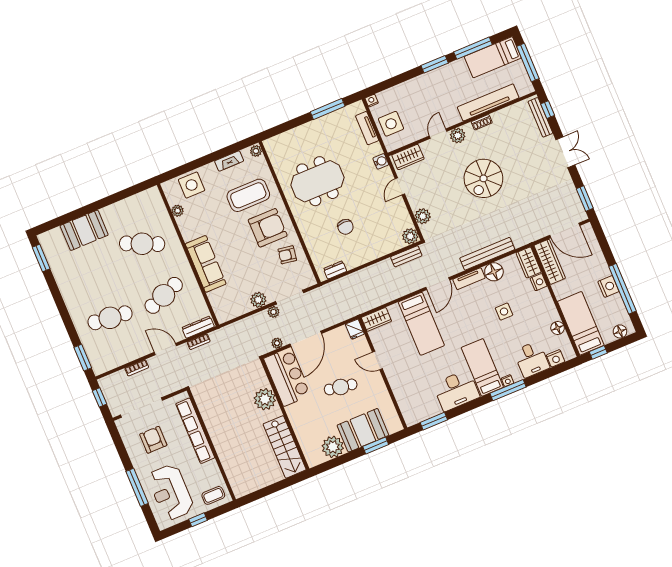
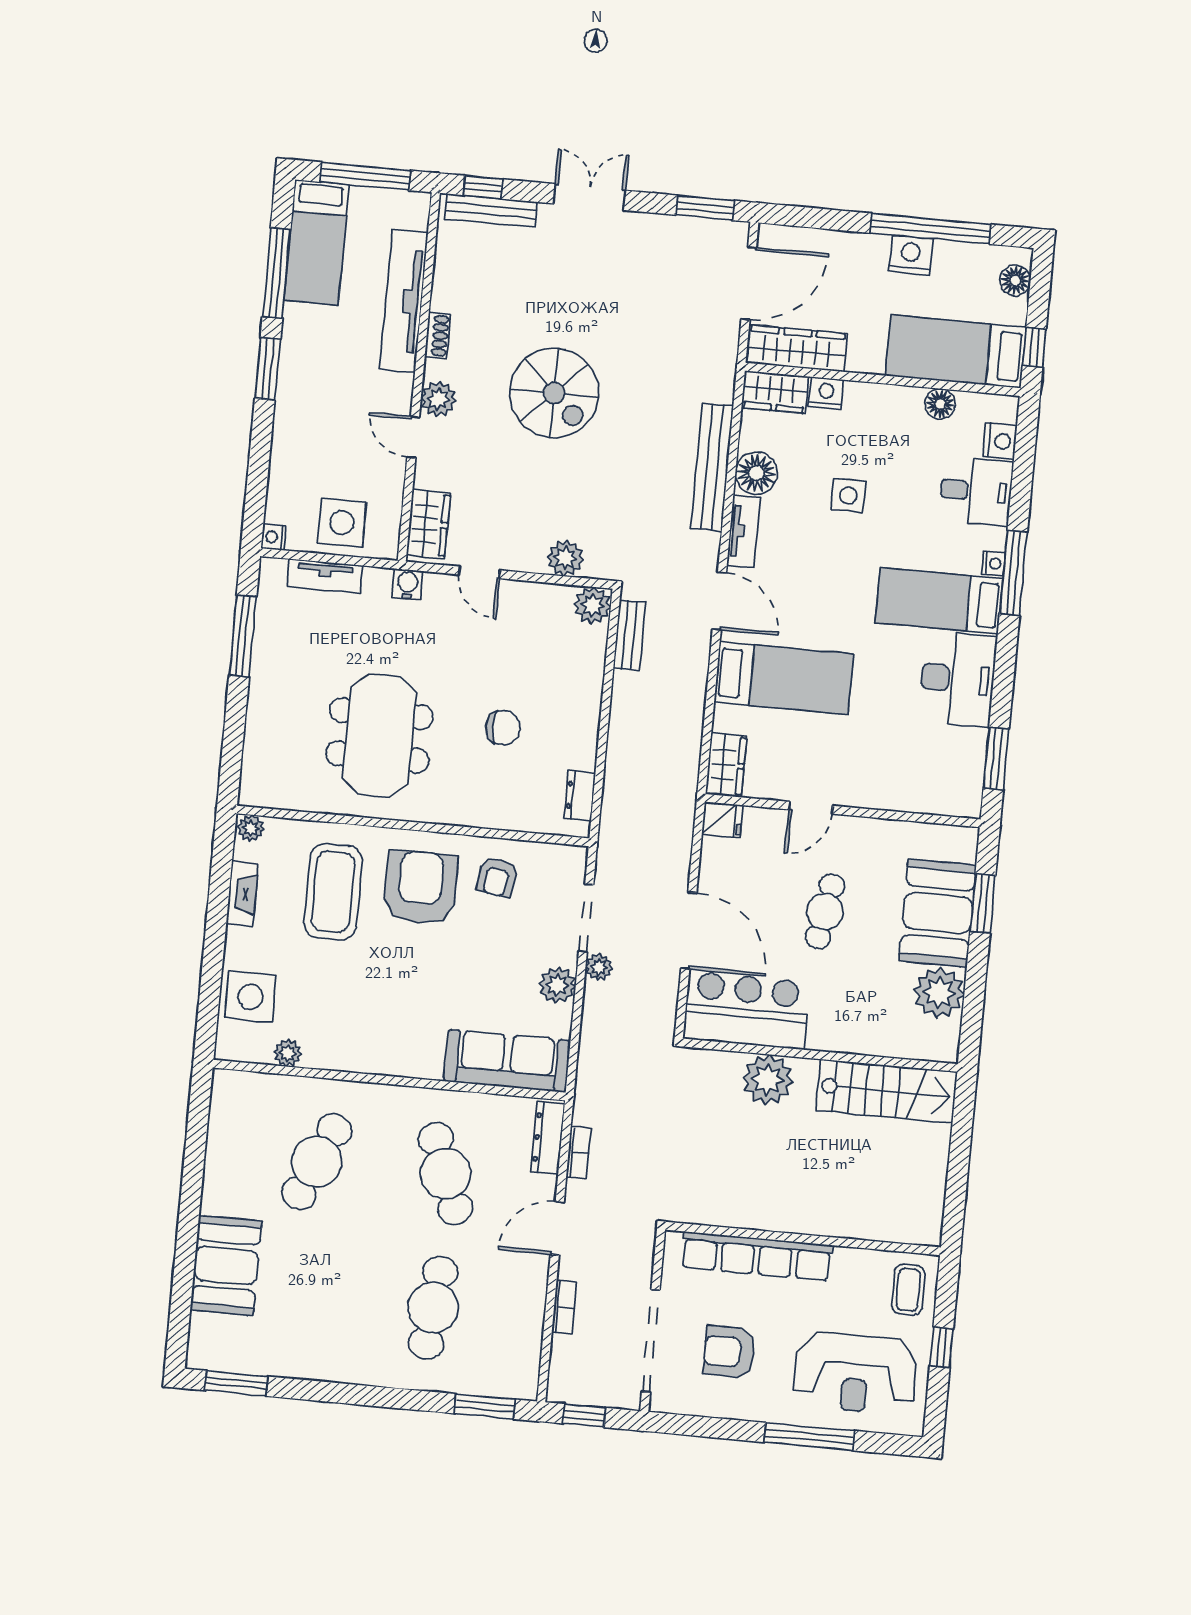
sofa: (206, 264) -> (507, 1061), moved
plant: (277, 343) -> (666, 994), removed

